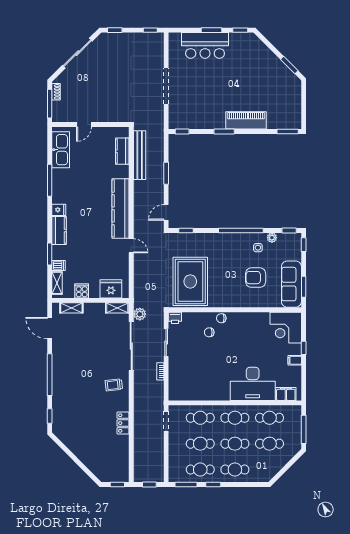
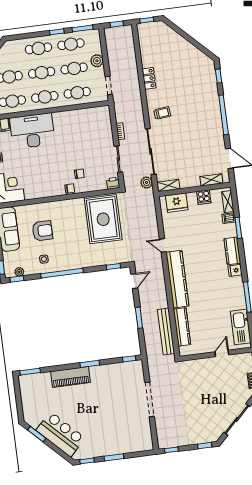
bar counter: (205, 45) -> (61, 434), moved, turned 45
kitchen counter: (122, 151) -> (182, 327), width x1.50
plant: (272, 238) -> (19, 272), moved
plant: (175, 449) -> (97, 61), added

